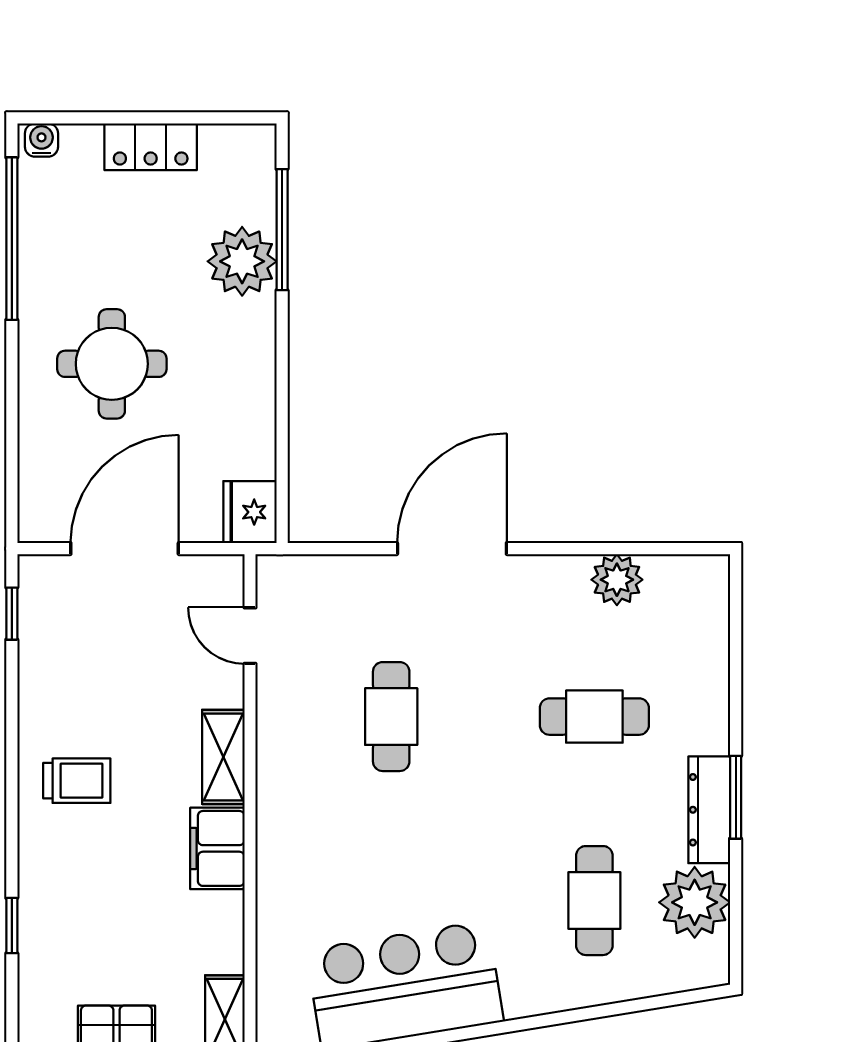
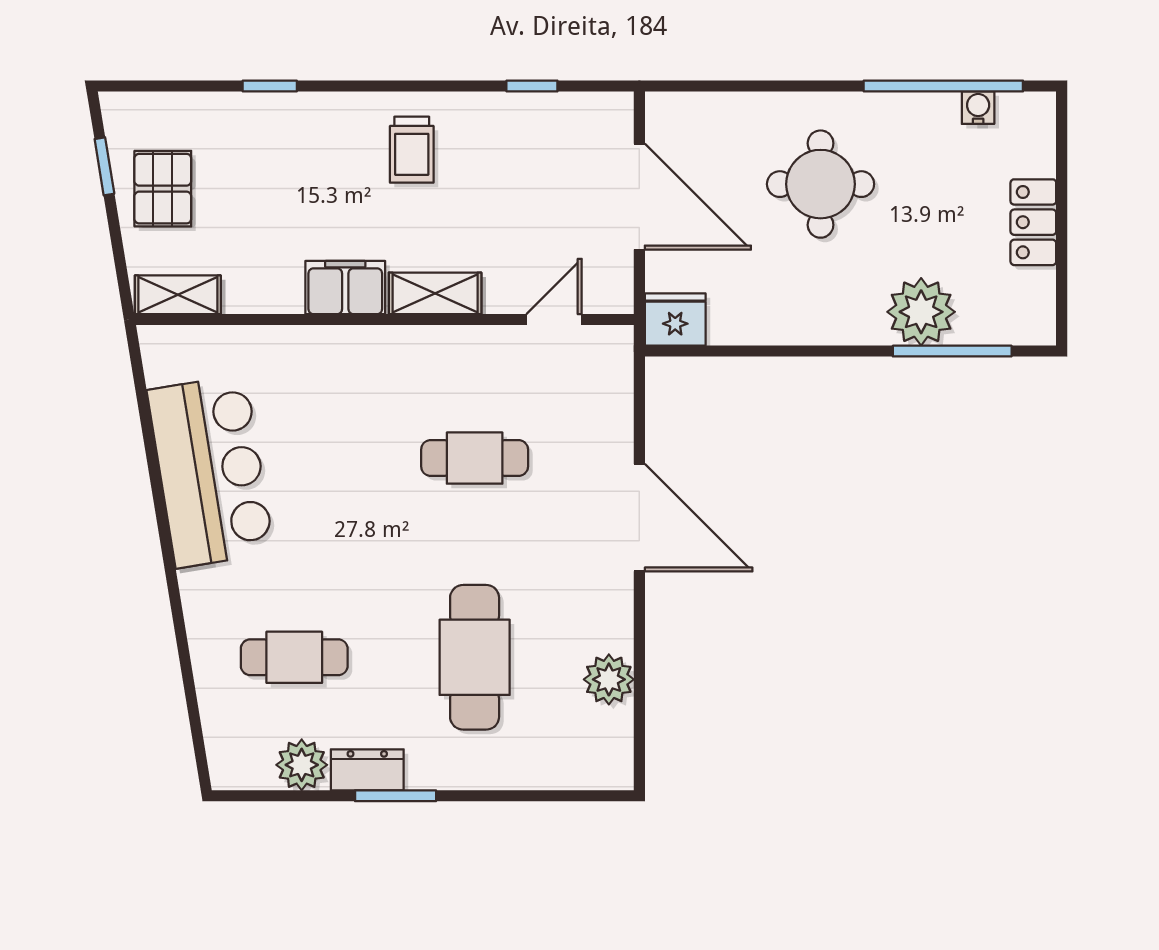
water cooler: (41, 140) -> (978, 108), moved, turned -90
window: (12, 614) -> (532, 86), moved
cafe table: (594, 717) -> (475, 657), width x1.37, depth x1.35
dresser: (709, 810) -> (367, 770), width x0.70
plant: (695, 902) -> (302, 765), width x0.73, depth x0.73

